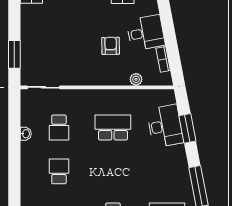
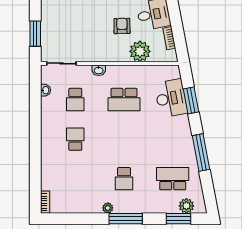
plant: (136, 79) -> (140, 51), width x1.87, depth x1.87
washbasin: (85, 95) -> (99, 70), added
school desk: (113, 127) -> (124, 100), turned 180
washbasin: (26, 134) -> (45, 90), moved

